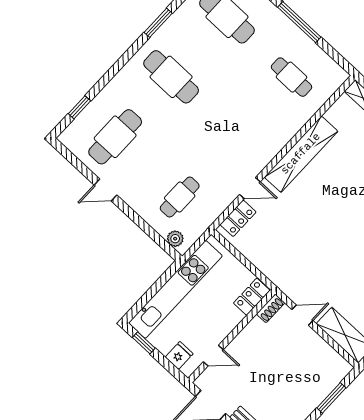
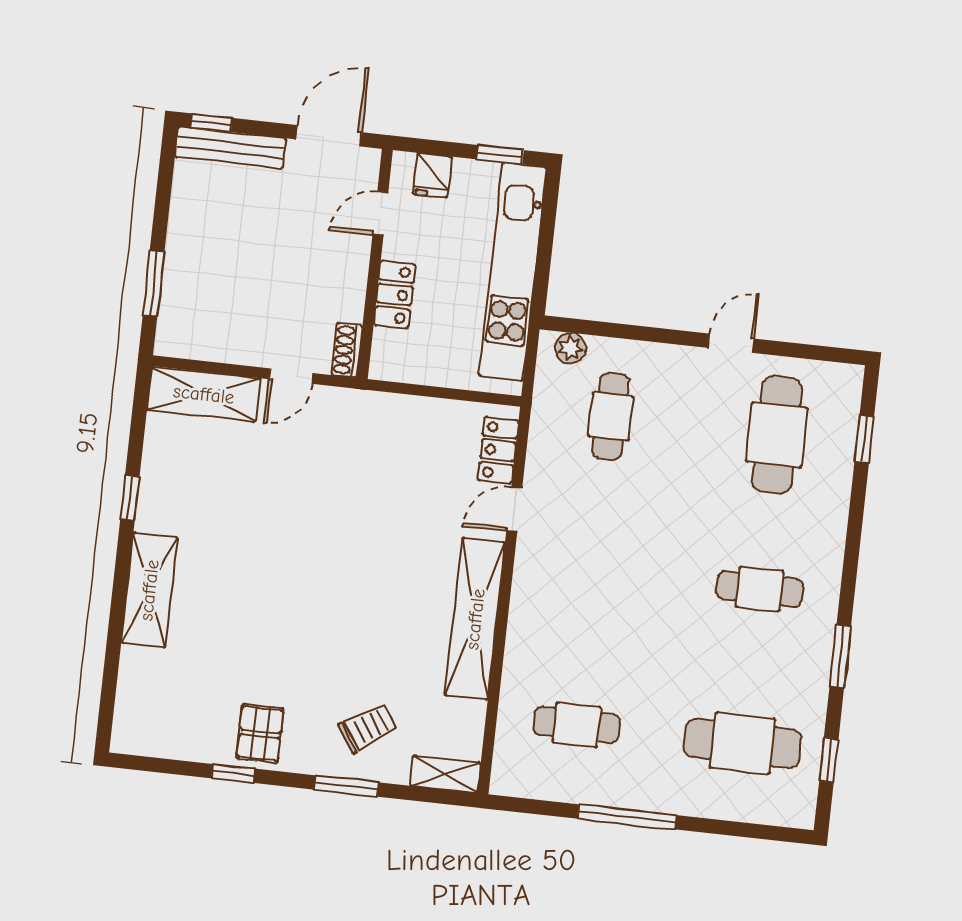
cafe table: (171, 77) -> (760, 589), width x0.73, depth x0.74
locker: (252, 297) -> (394, 294), moved

